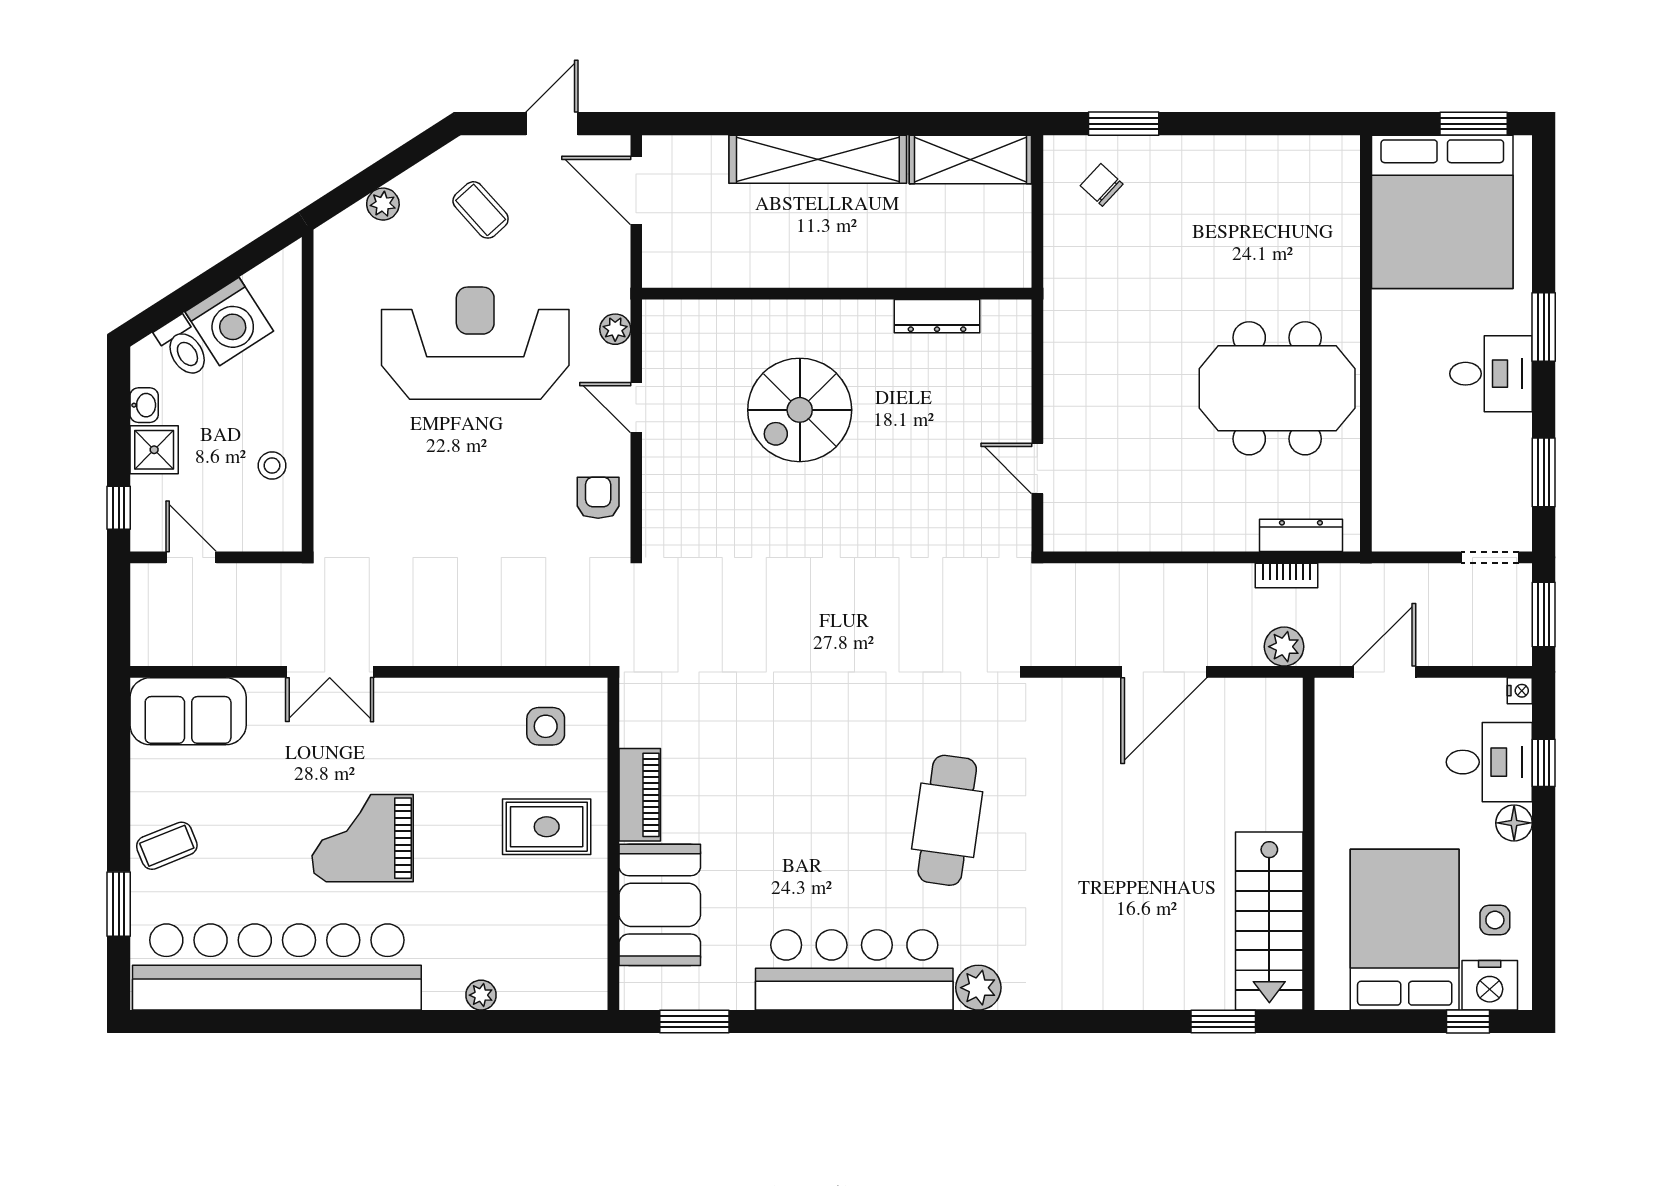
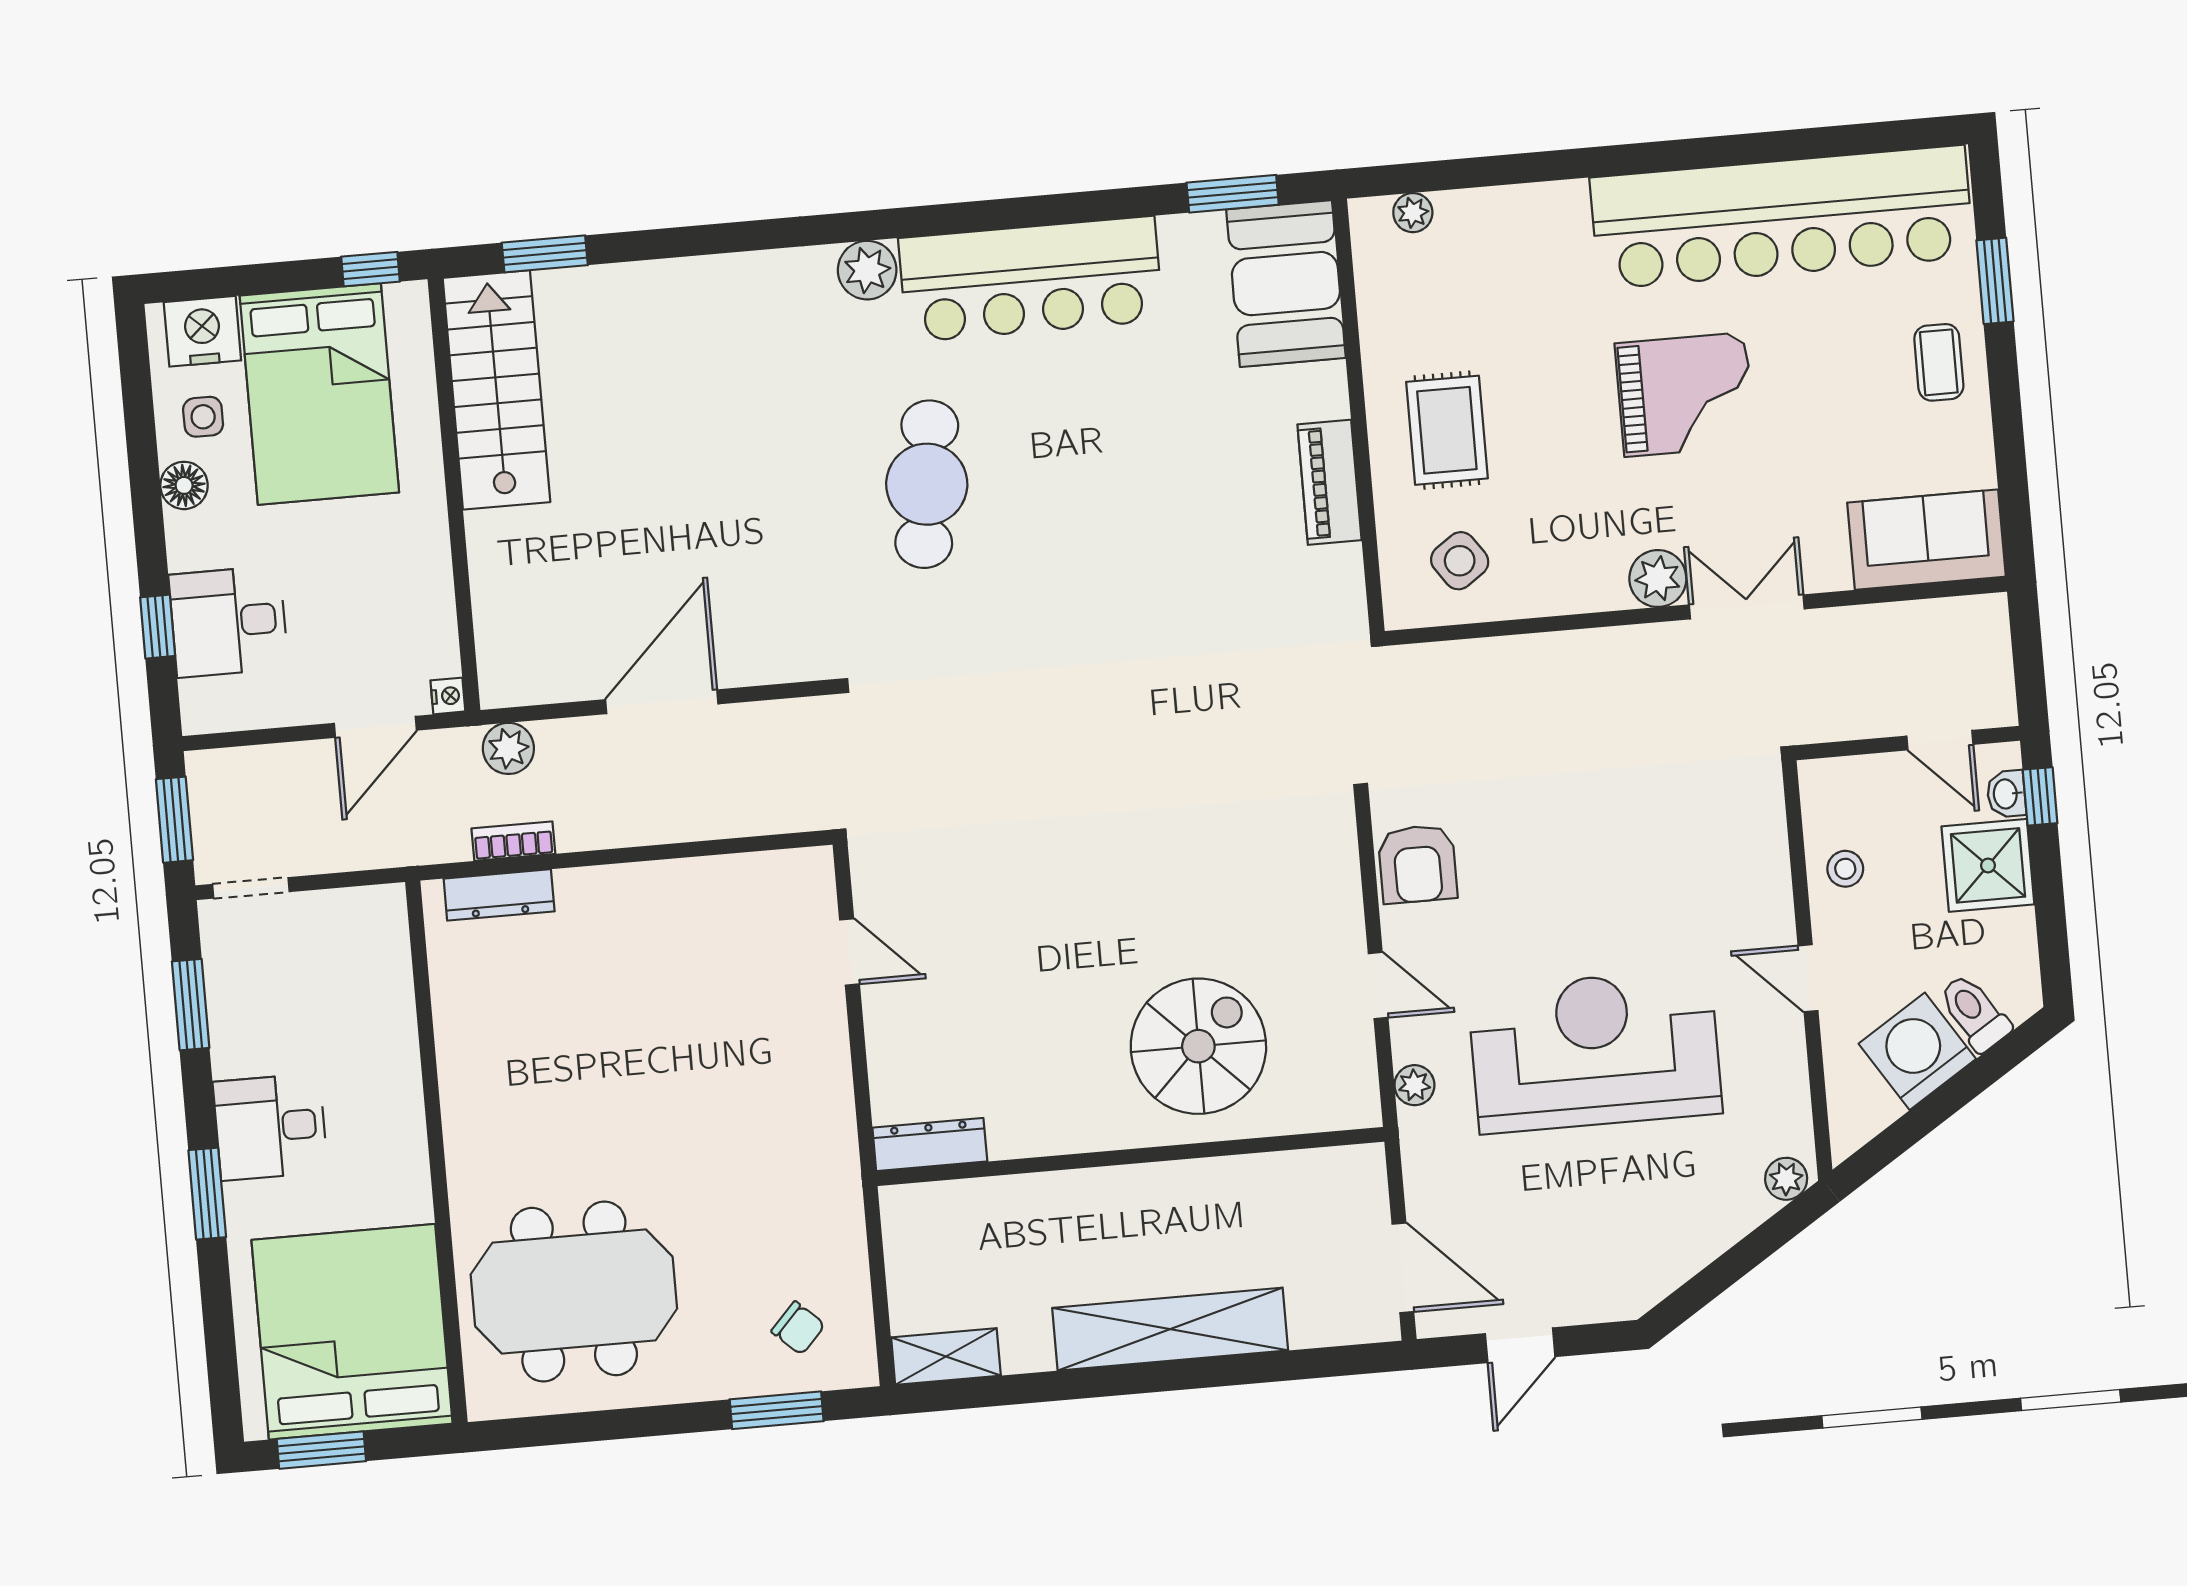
shelving: (970, 160) -> (946, 1356), width x0.67, depth x0.75
plant: (383, 204) -> (1786, 1179), moved
coffee table: (481, 210) -> (1603, 1225), removed
dresser: (937, 316) -> (930, 1145), moved
reception desk: (475, 343) -> (1595, 1051), turned 180
door: (308, 384) -> (1808, 978), added
meeting table: (1277, 388) -> (574, 1292), moved
washbasin: (144, 405) -> (2006, 794), moved
spiral stairs: (800, 410) -> (1198, 1046), moved
shower: (154, 450) -> (1988, 865), width x1.36, depth x1.36
armchair: (598, 498) -> (1417, 864), width x1.38, depth x1.38
nightstand: (1520, 691) -> (448, 696), moved, turned 180
plant: (396, 699) -> (1658, 579), added
side table: (546, 726) -> (1460, 561), turned -35
floor lamp: (1514, 823) -> (184, 485), moved
rug: (547, 827) -> (1447, 430), turned 90
coffee table: (167, 846) -> (1939, 362), turned -68
booth: (660, 905) -> (1286, 284), moved
plant: (481, 995) -> (1413, 213), moved
window: (1468, 1022) -> (370, 269), moved

